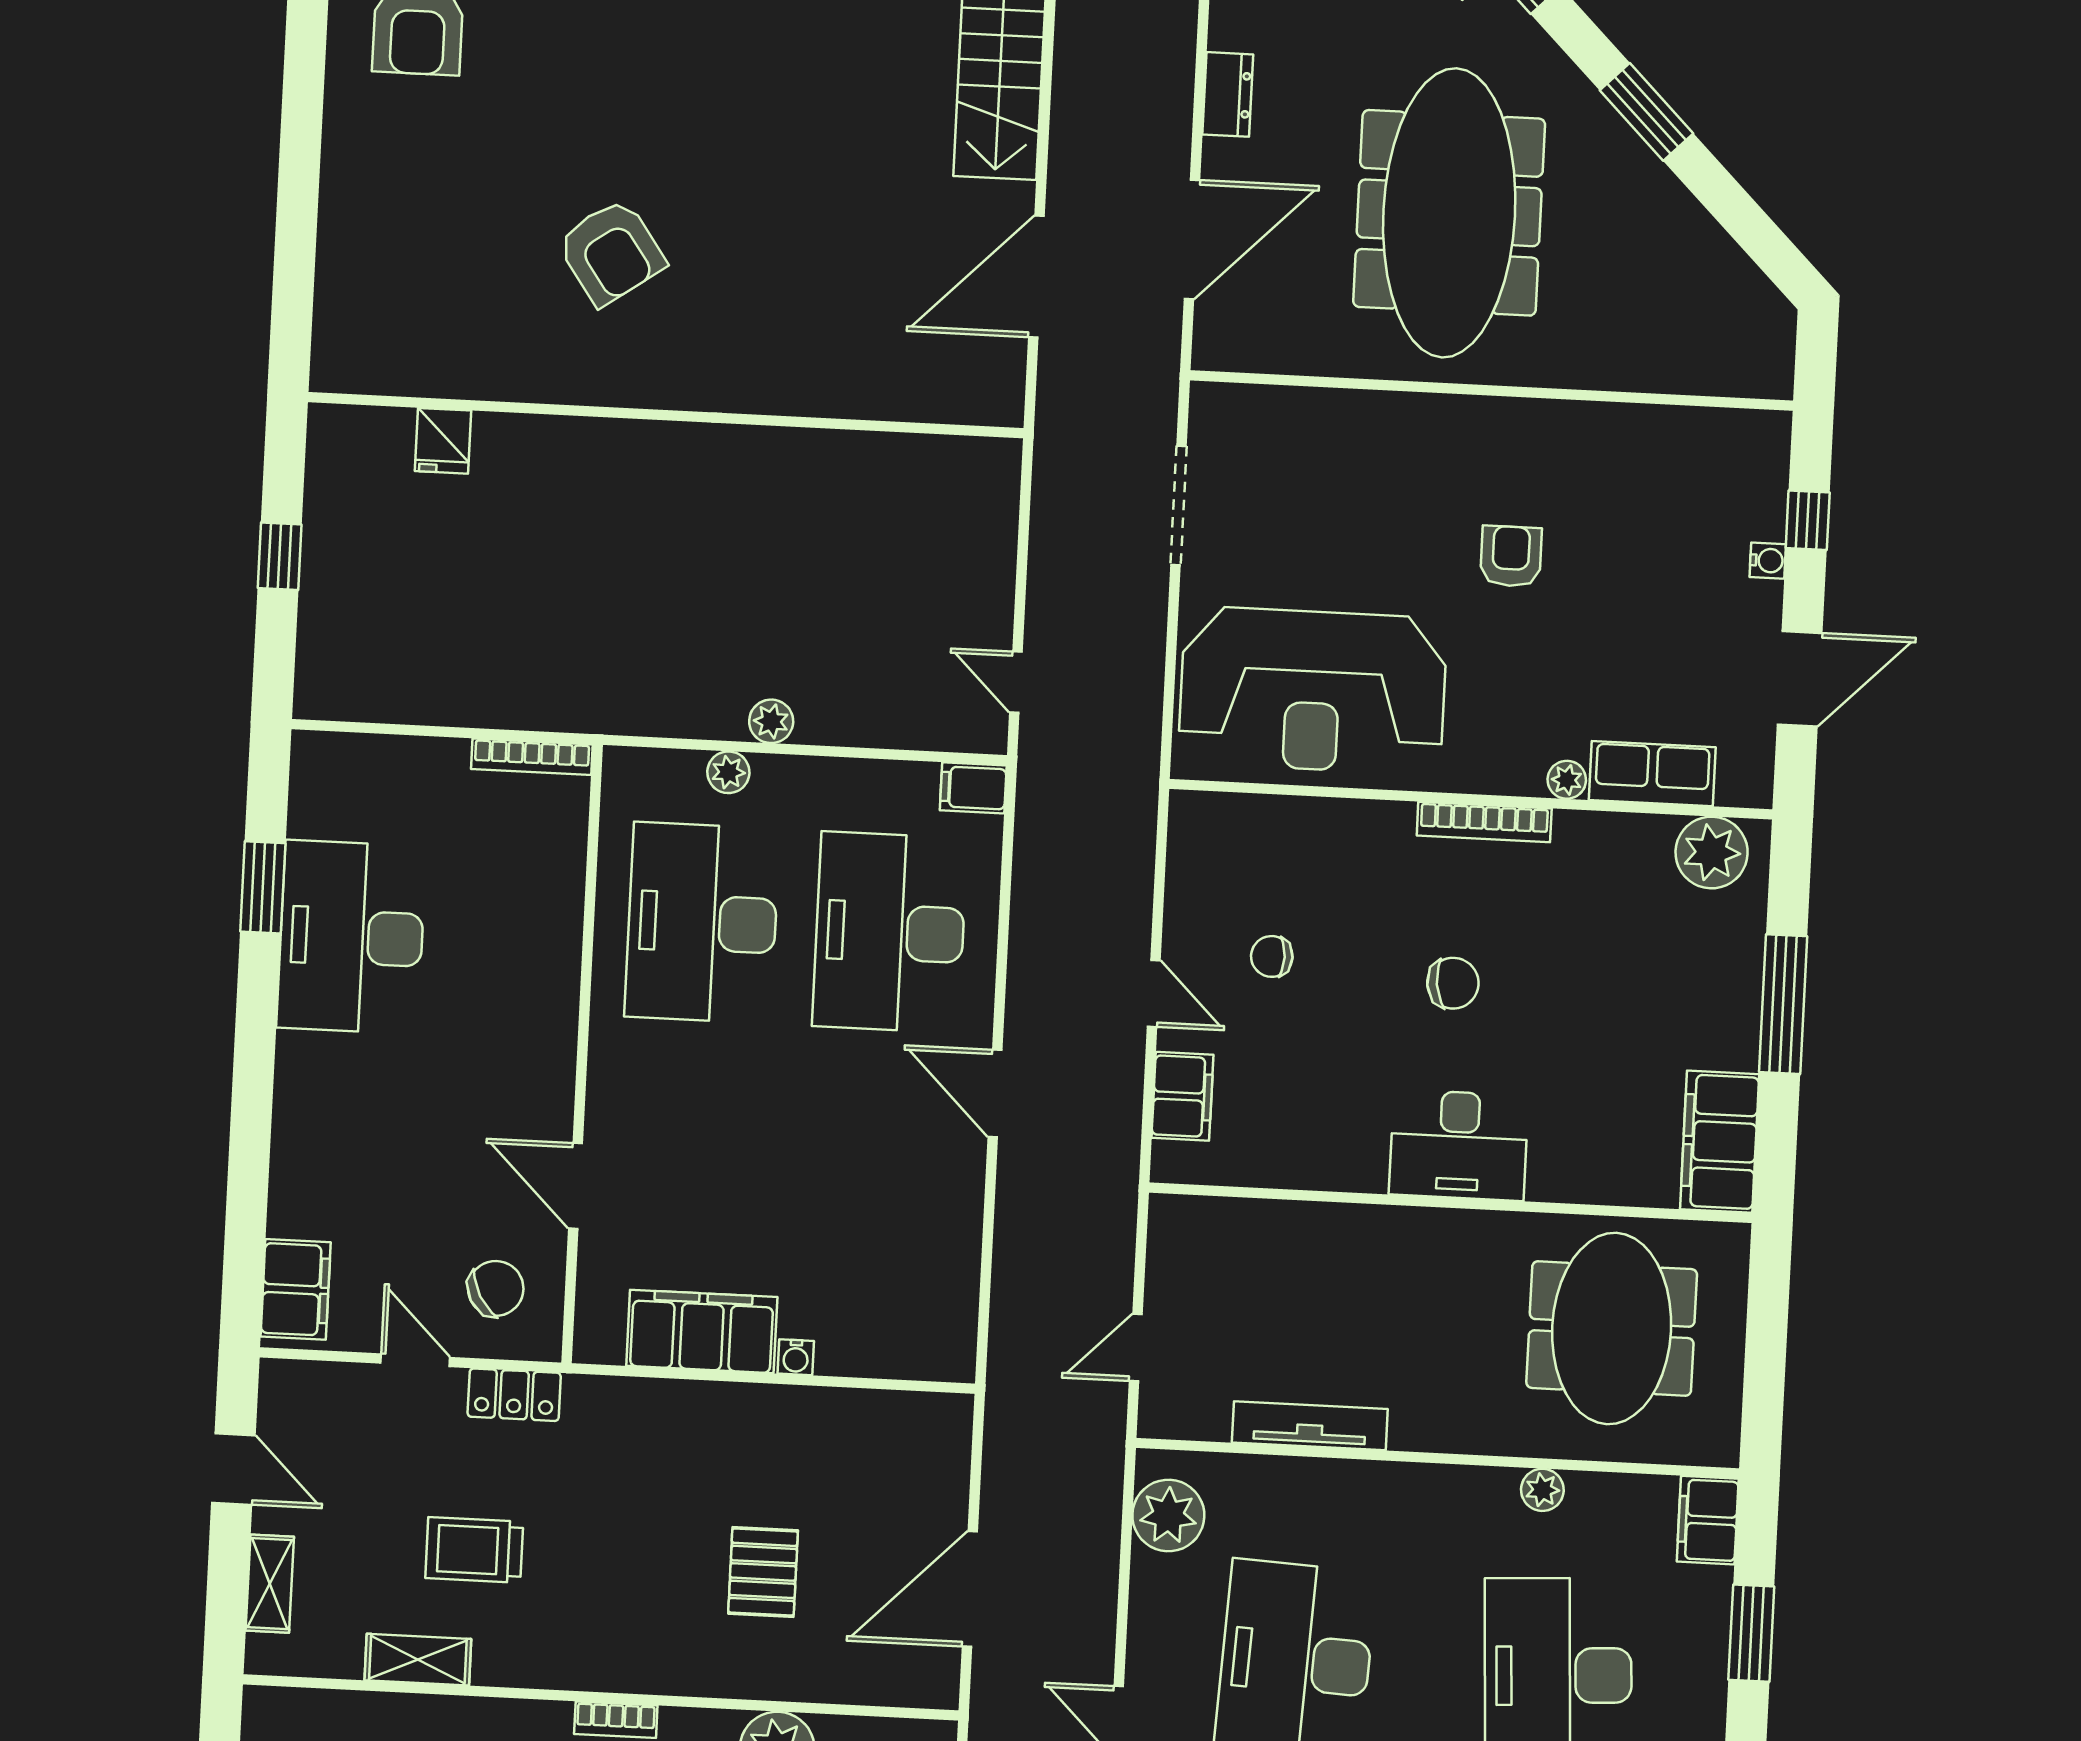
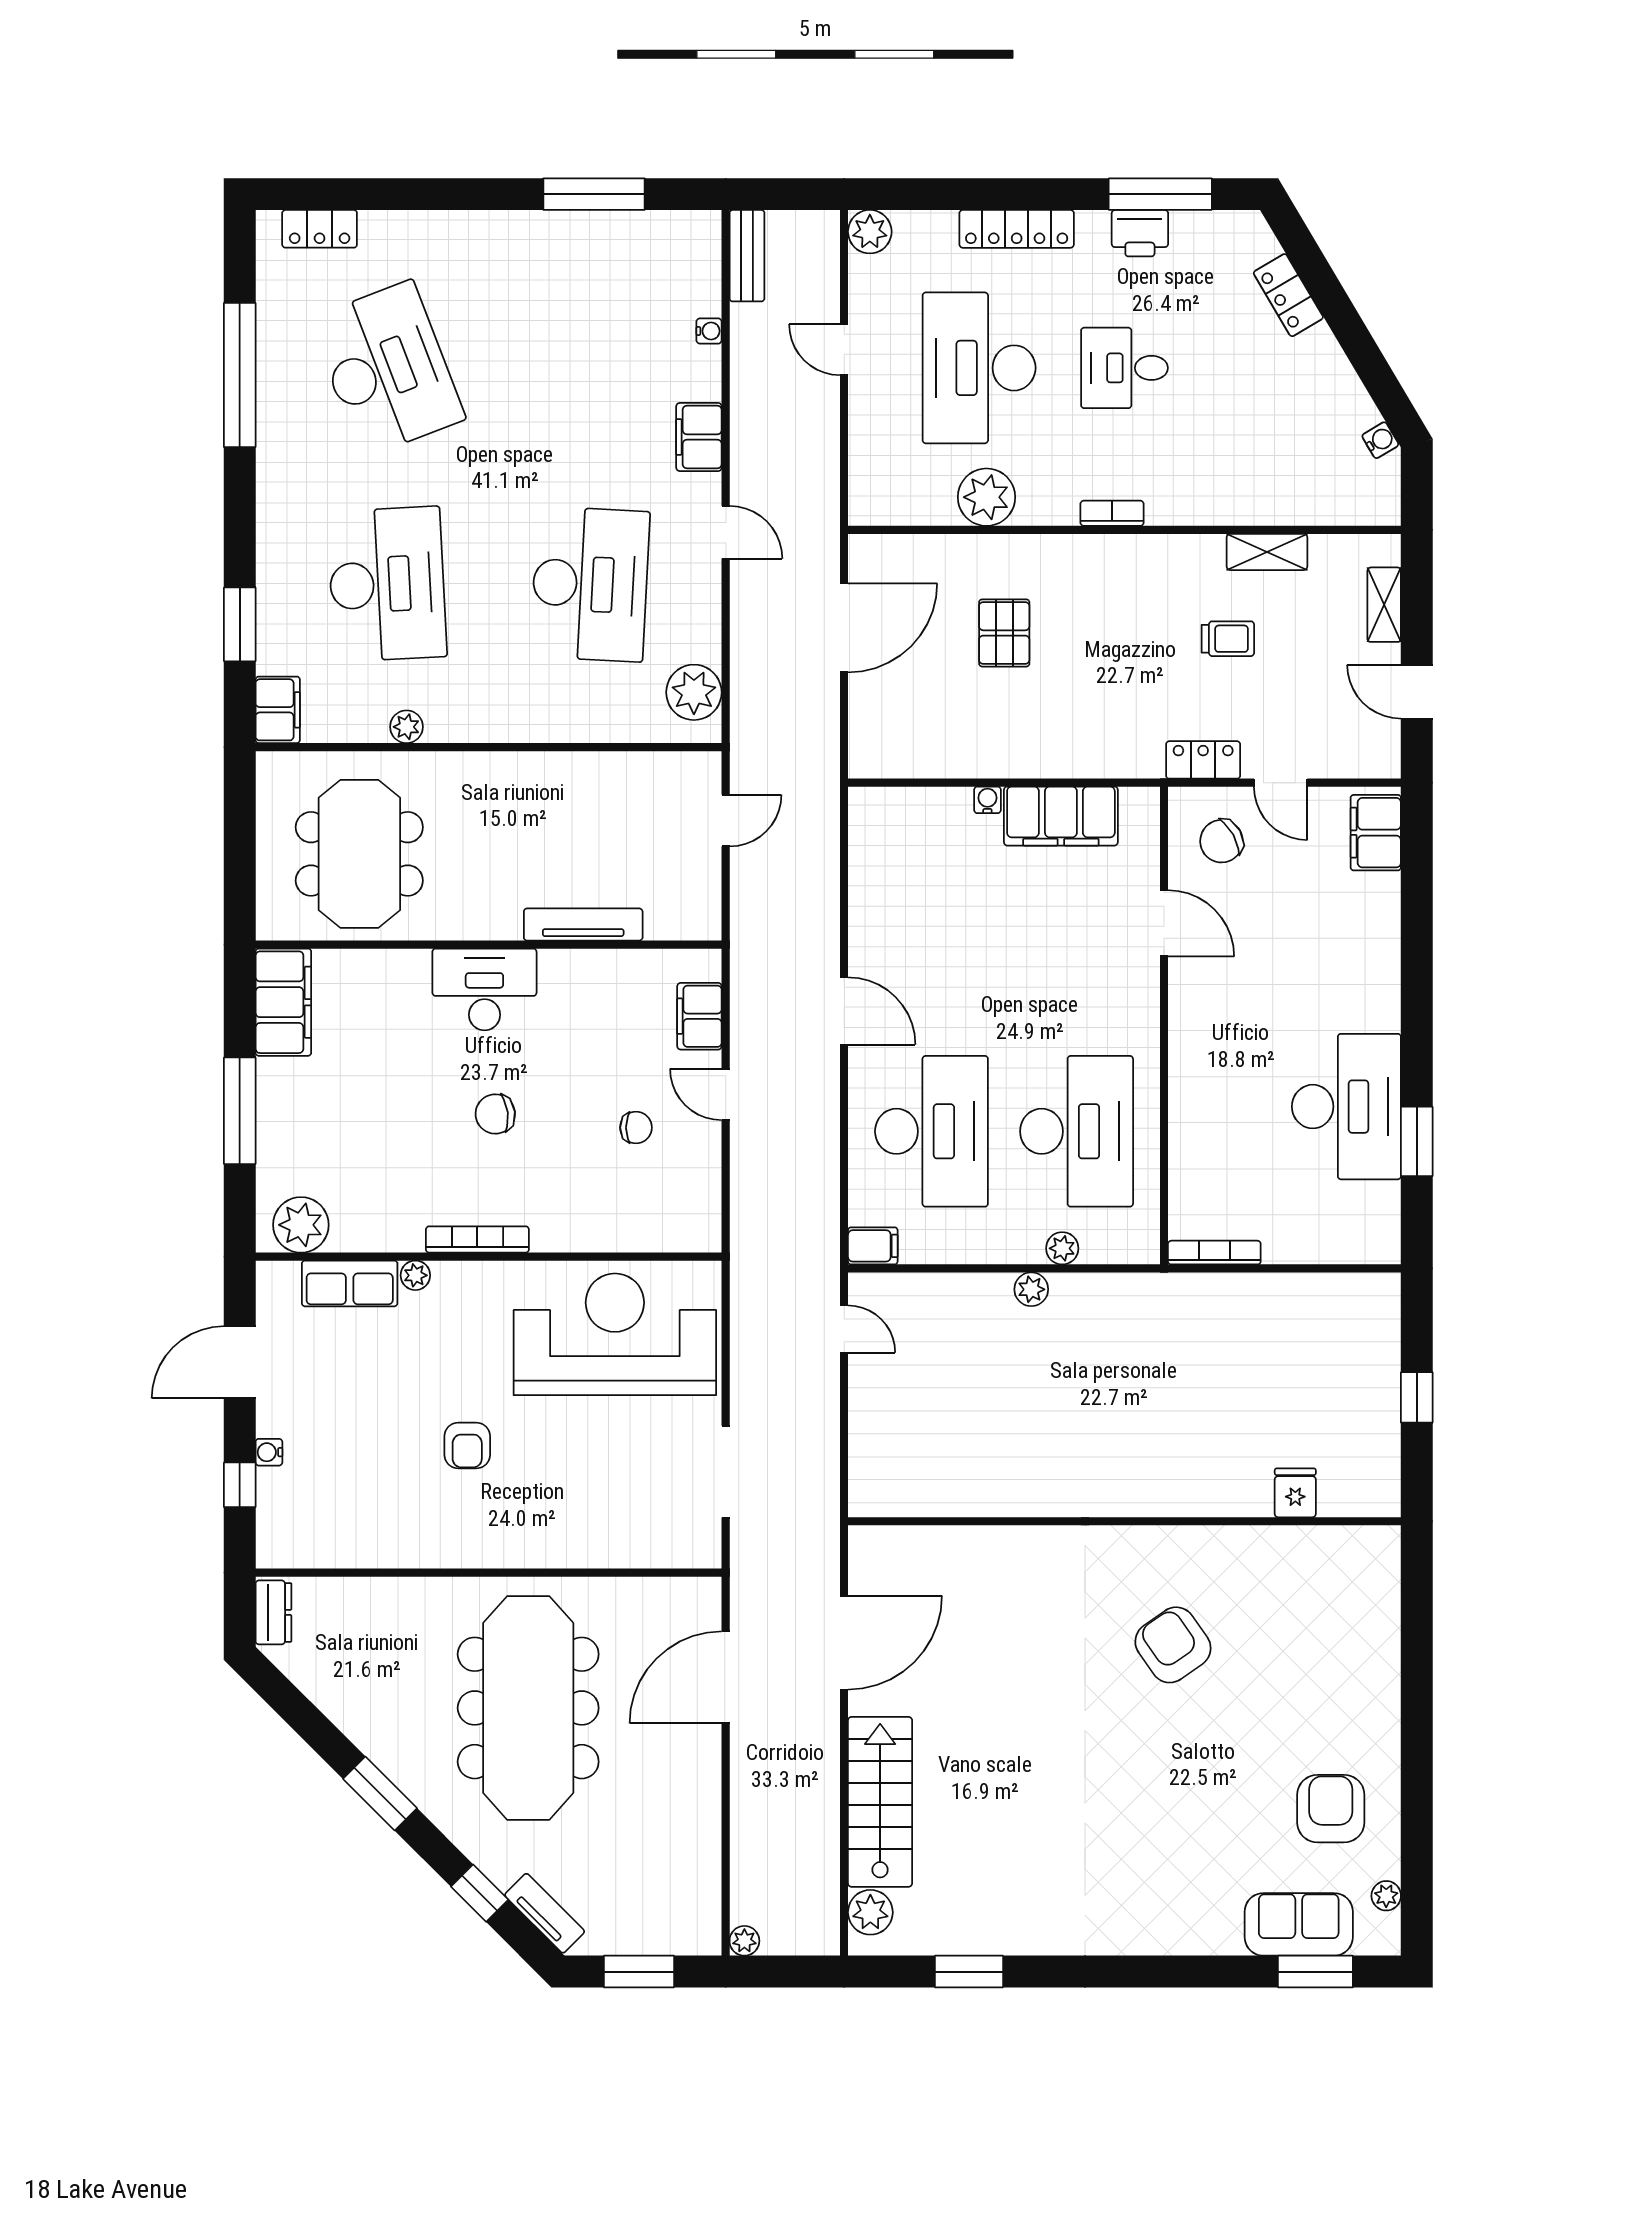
dresser: (1228, 94) -> (274, 1612), moved, turned 180
tv unit: (1310, 1426) -> (583, 925), moved, turned 180
trolley: (474, 1550) -> (1228, 639), width x0.73, depth x0.72

